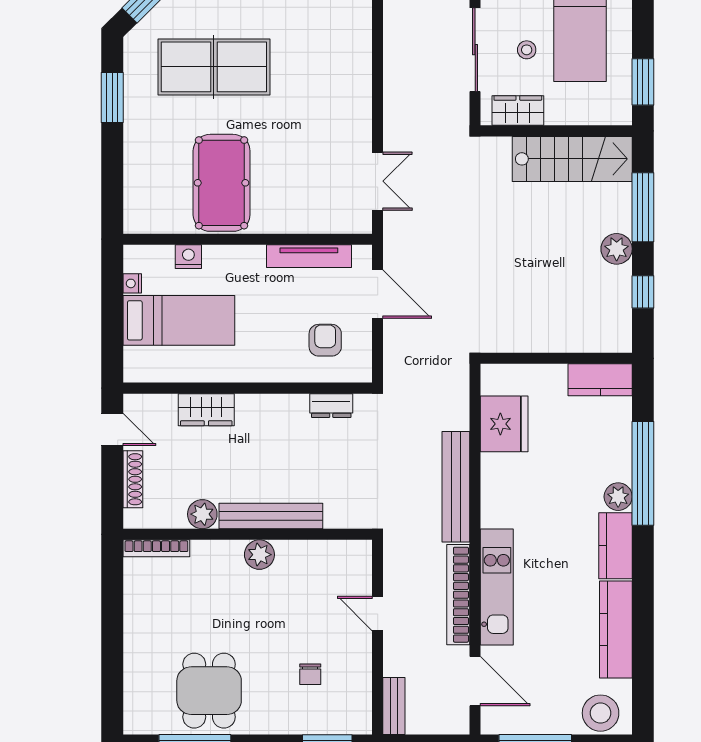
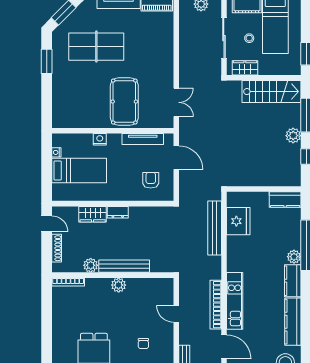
pool table: (222, 183) -> (124, 102), moved
nightstand: (188, 257) -> (100, 139), moved
dresser: (331, 406) -> (118, 212), moved
bench: (456, 487) -> (215, 228), moved

